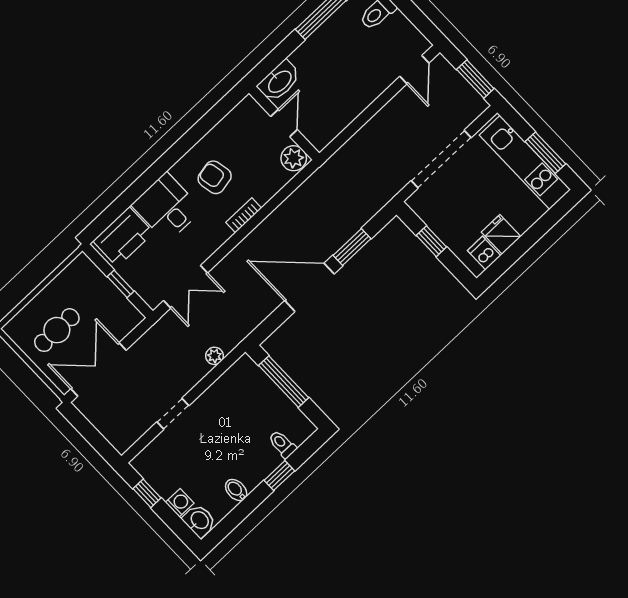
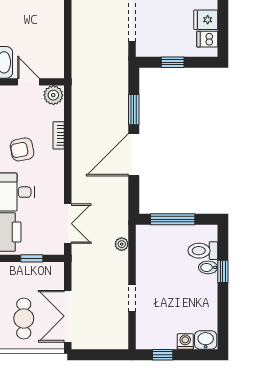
bookcase: (244, 215) -> (59, 135), moved
toilet: (282, 444) -> (203, 251), width x1.37, depth x1.39
bidet: (236, 490) -> (208, 267), moved

